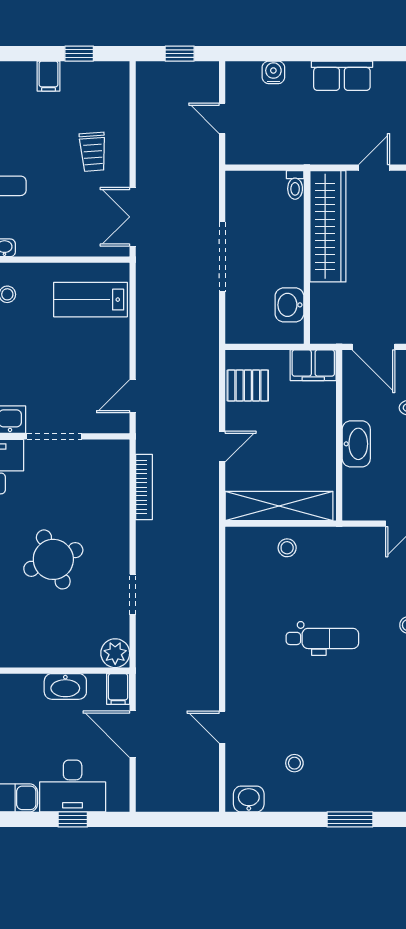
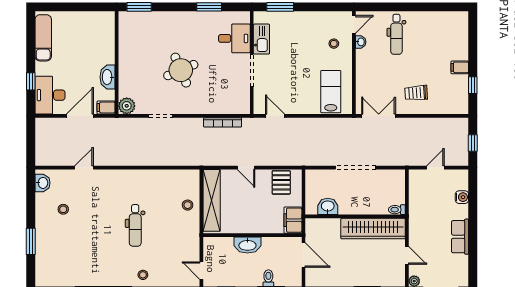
door: (374, 347) -> (303, 255), swing flipped
desk: (73, 786) -> (50, 95), moved

